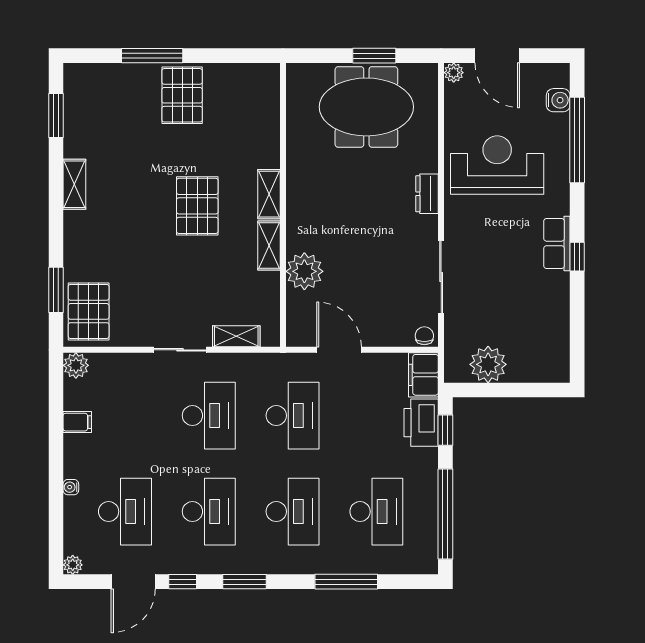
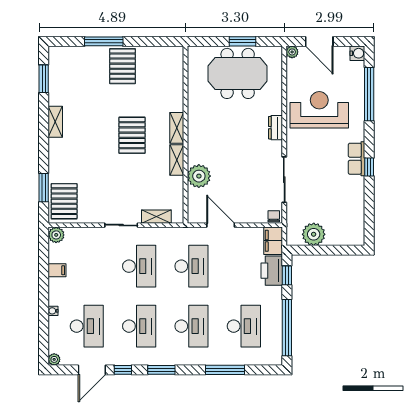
water cooler: (558, 100) -> (357, 53), moved

